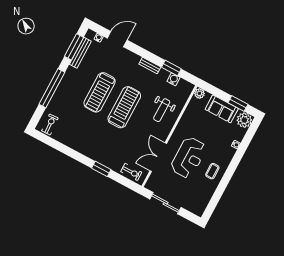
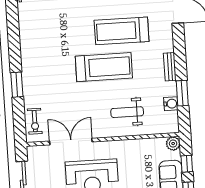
treadmill: (100, 92) -> (122, 31), moved
window: (218, 93) -> (187, 164), added

